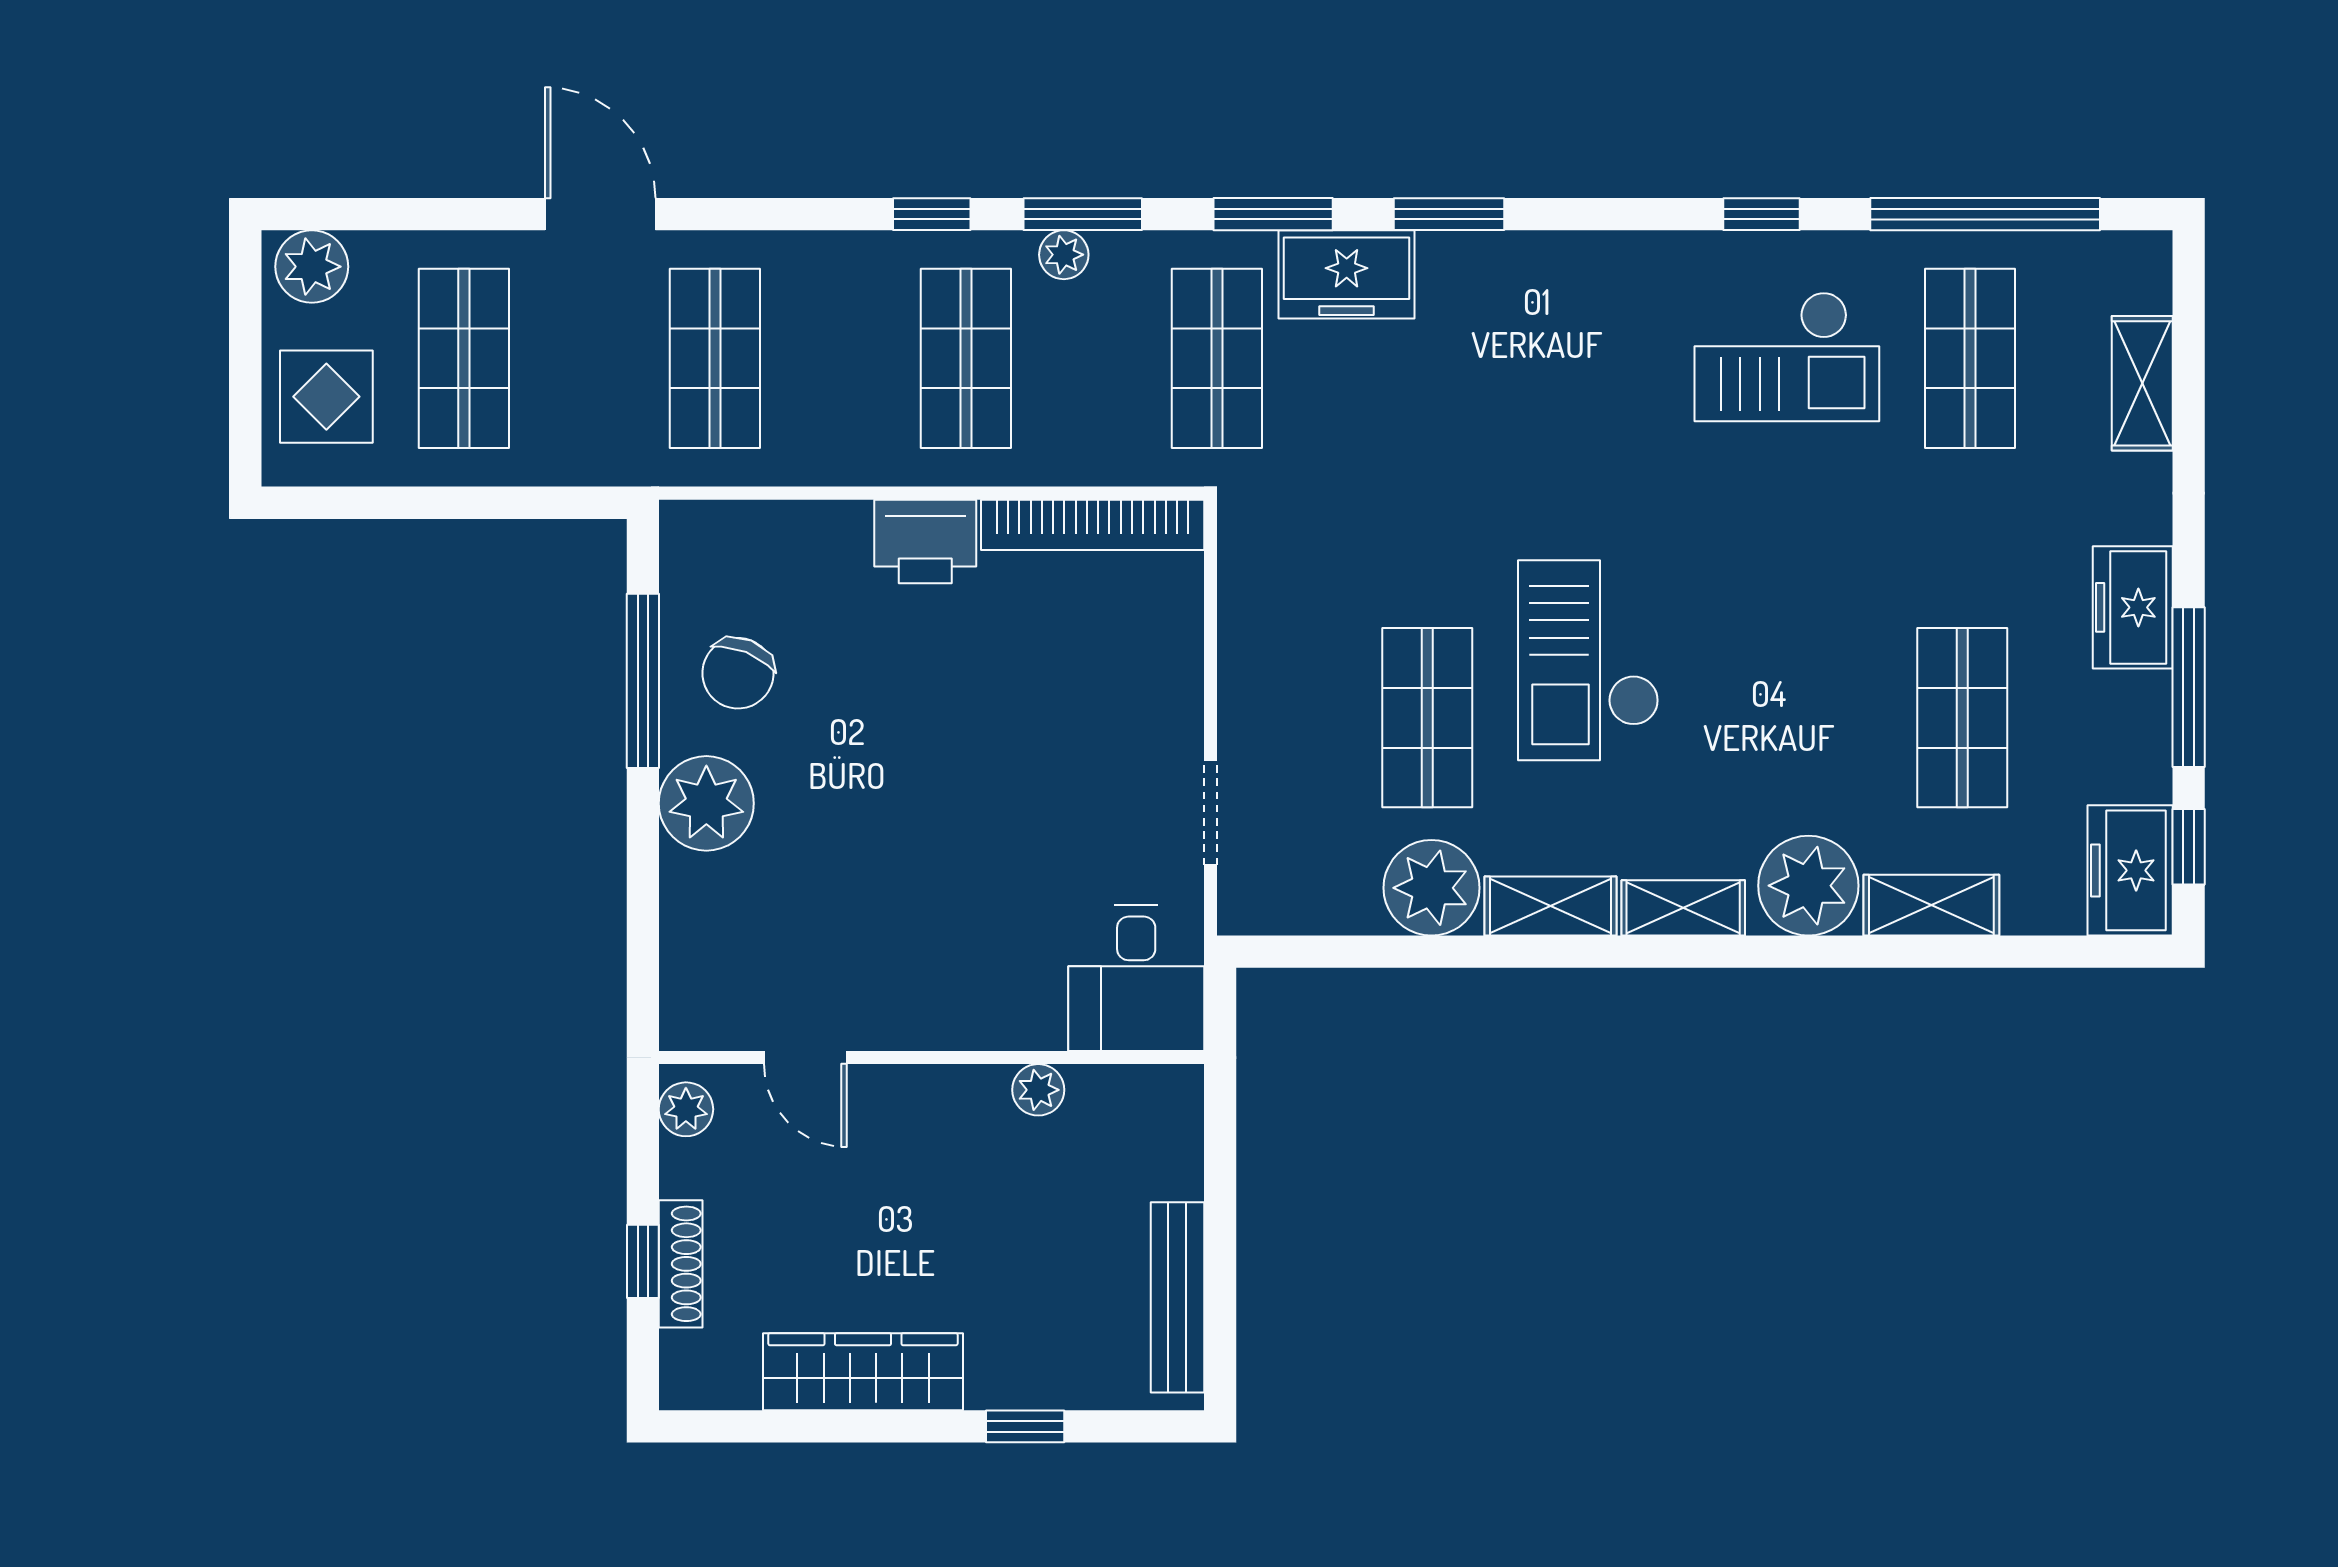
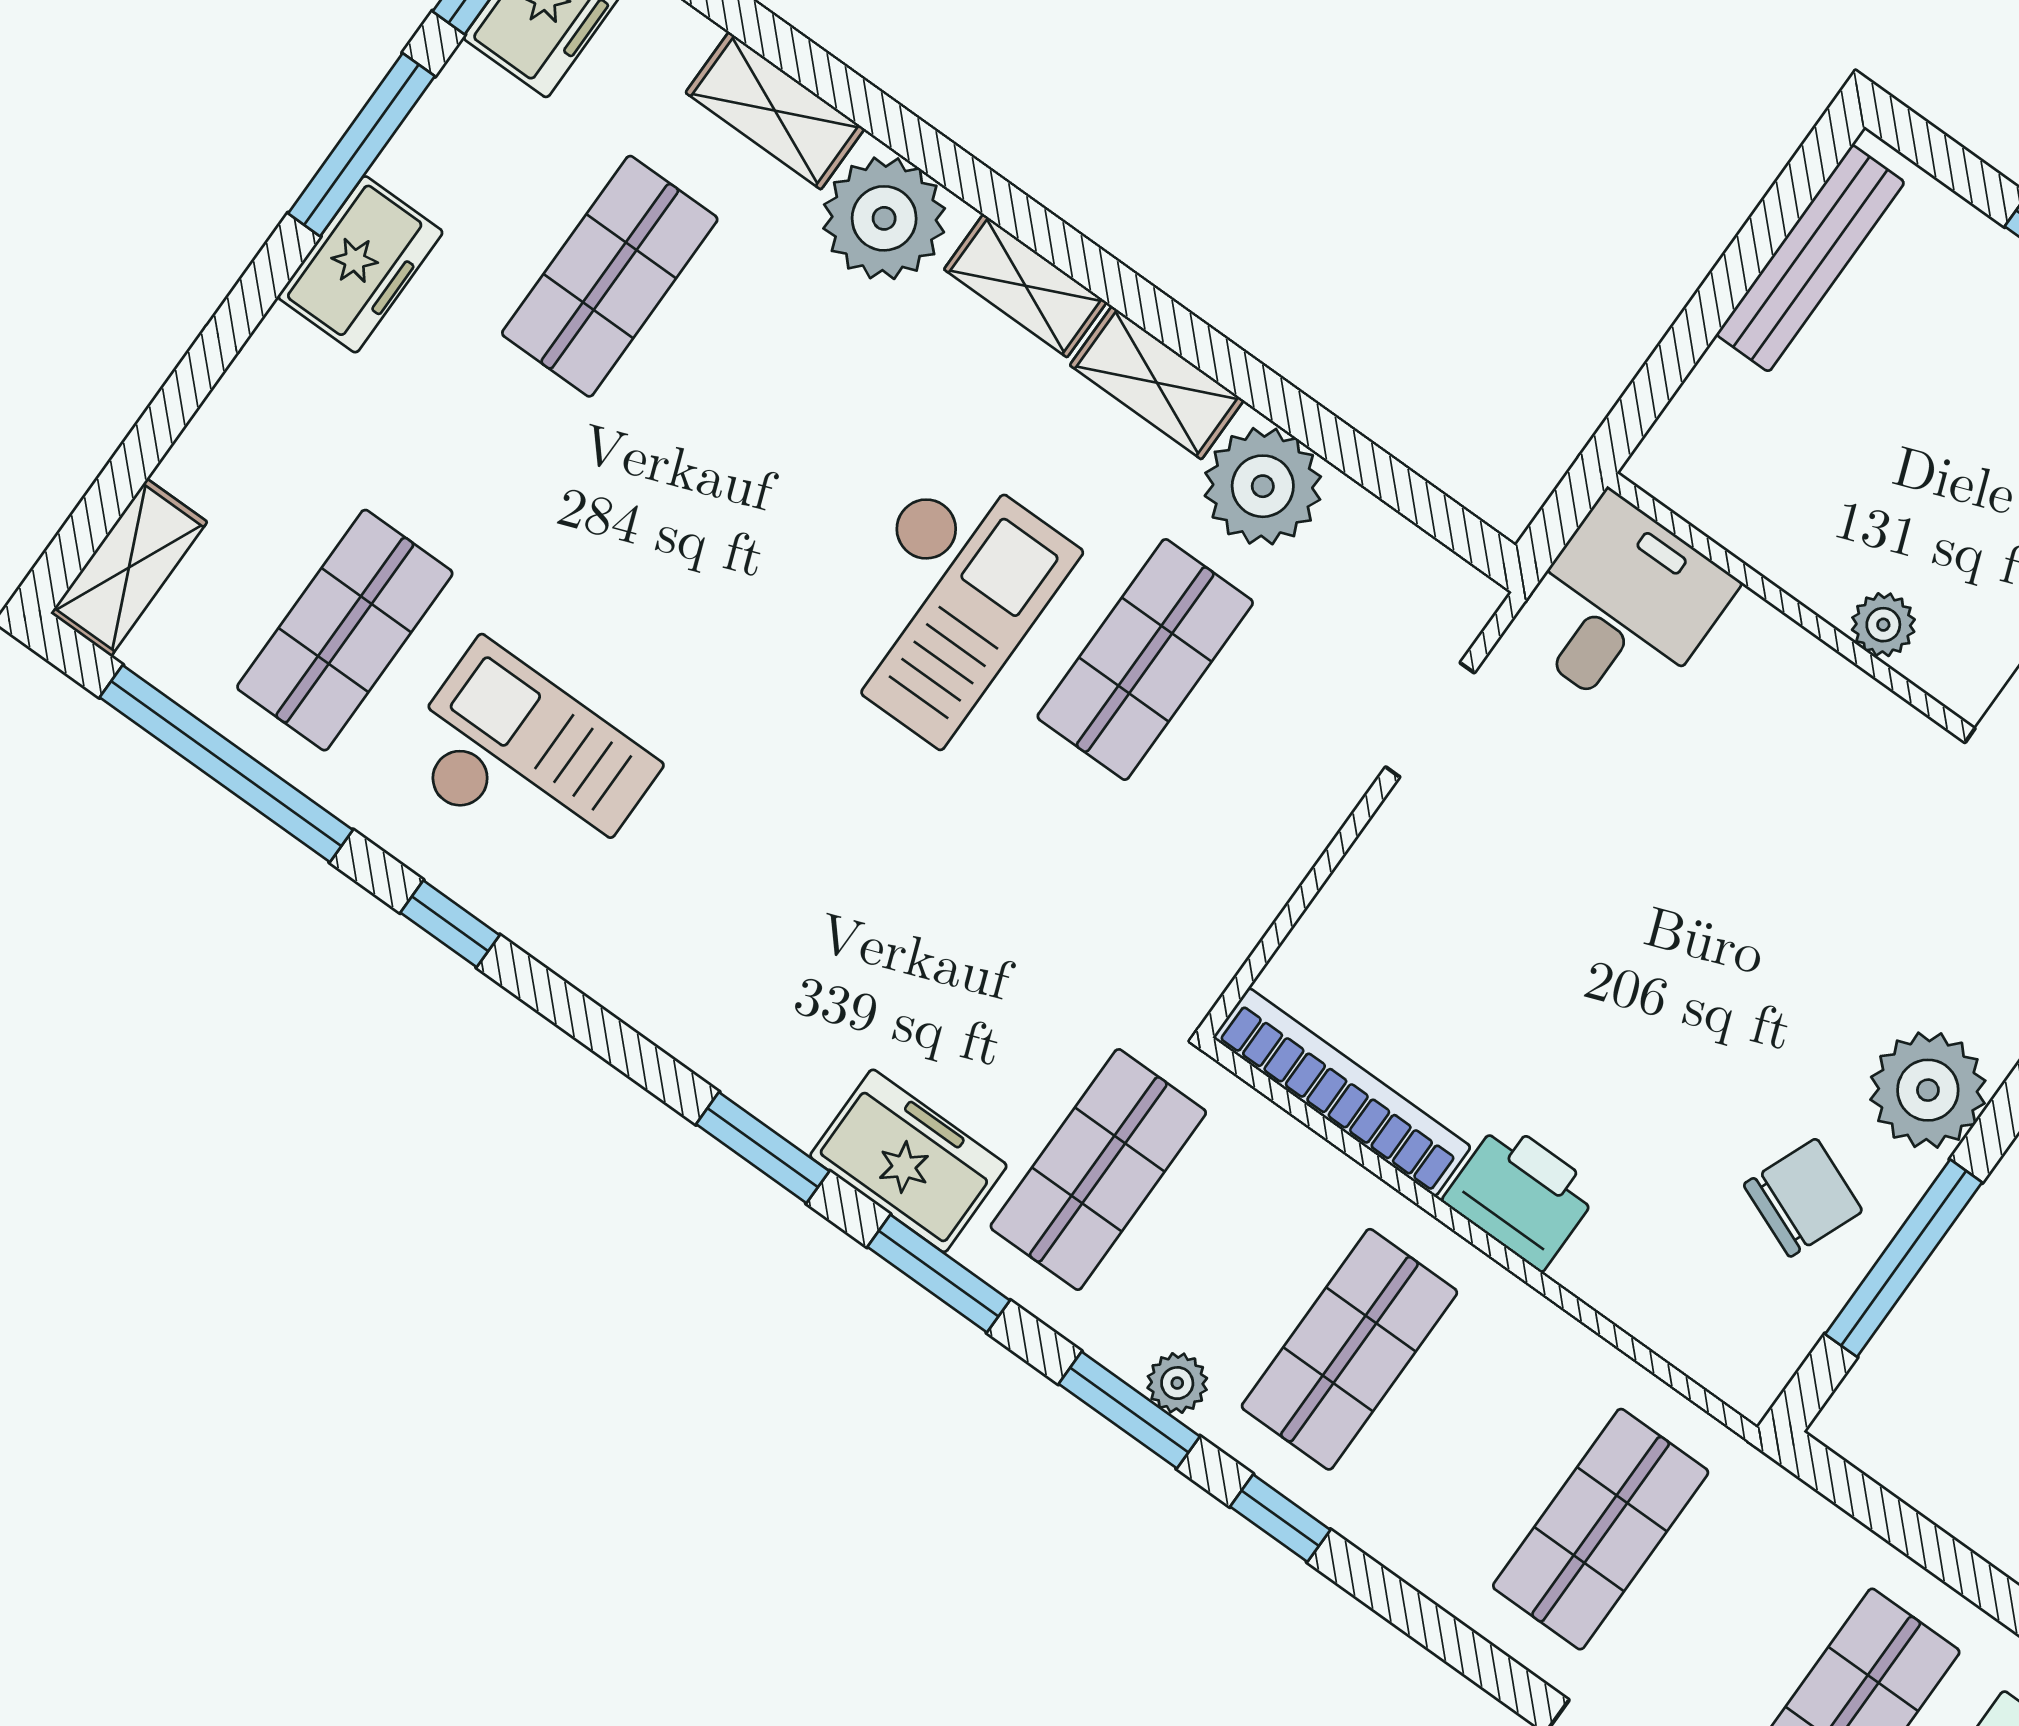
shelving: (2142, 383) -> (129, 568), moved
plant: (1038, 1090) -> (1883, 625), moved

